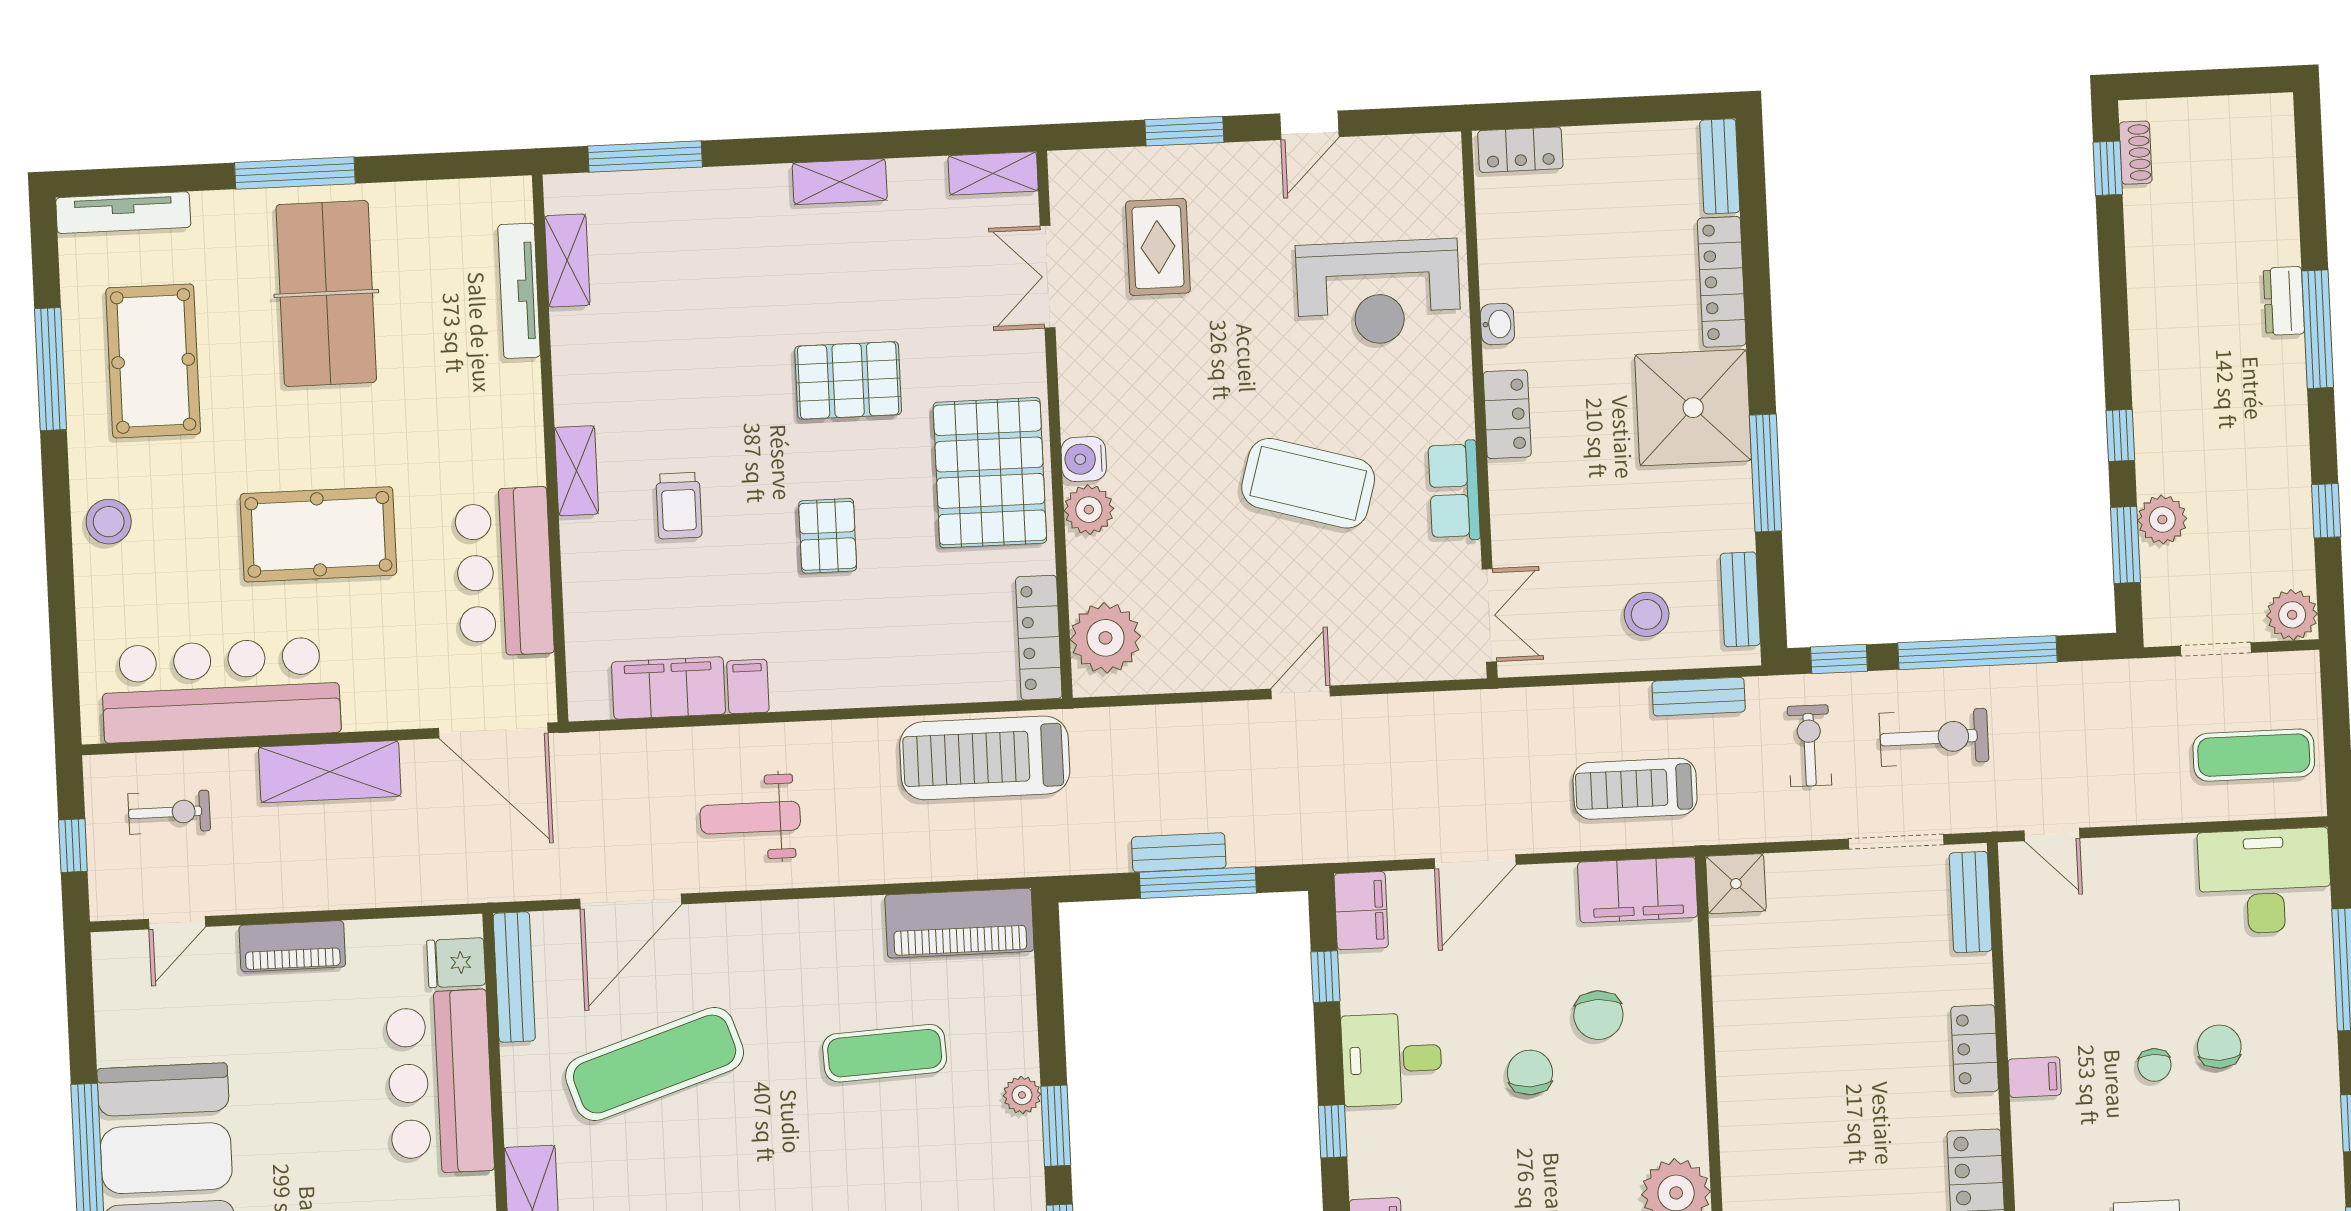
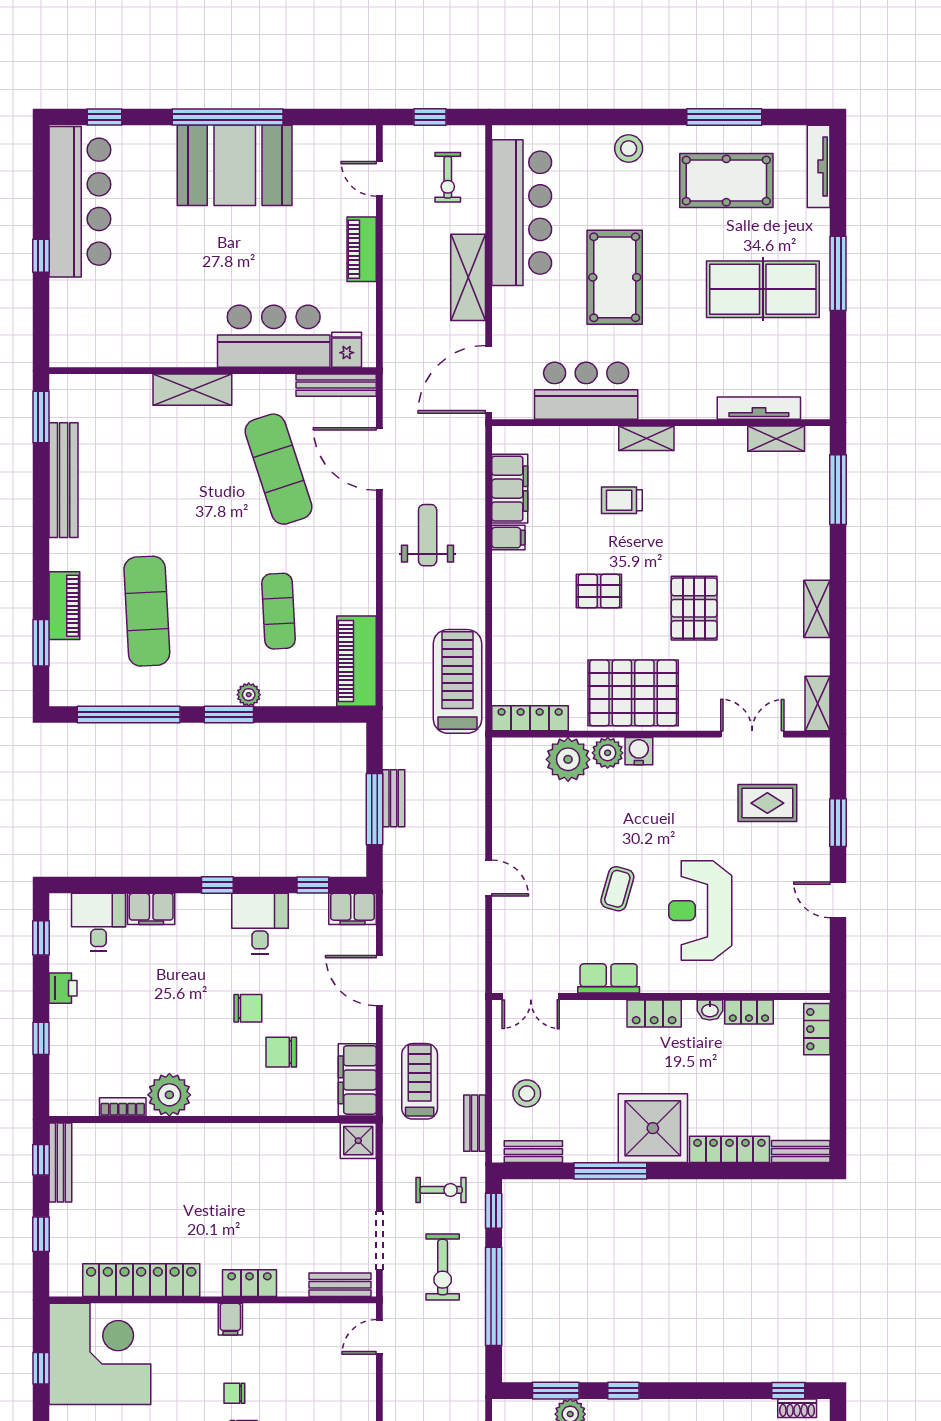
locker: (1498, 261) -> (749, 1012), added
reception desk: (1378, 292) -> (700, 911), moved
coffee table: (1308, 483) -> (617, 889), width x0.54, depth x0.58
plant: (1105, 638) -> (568, 759), moved

